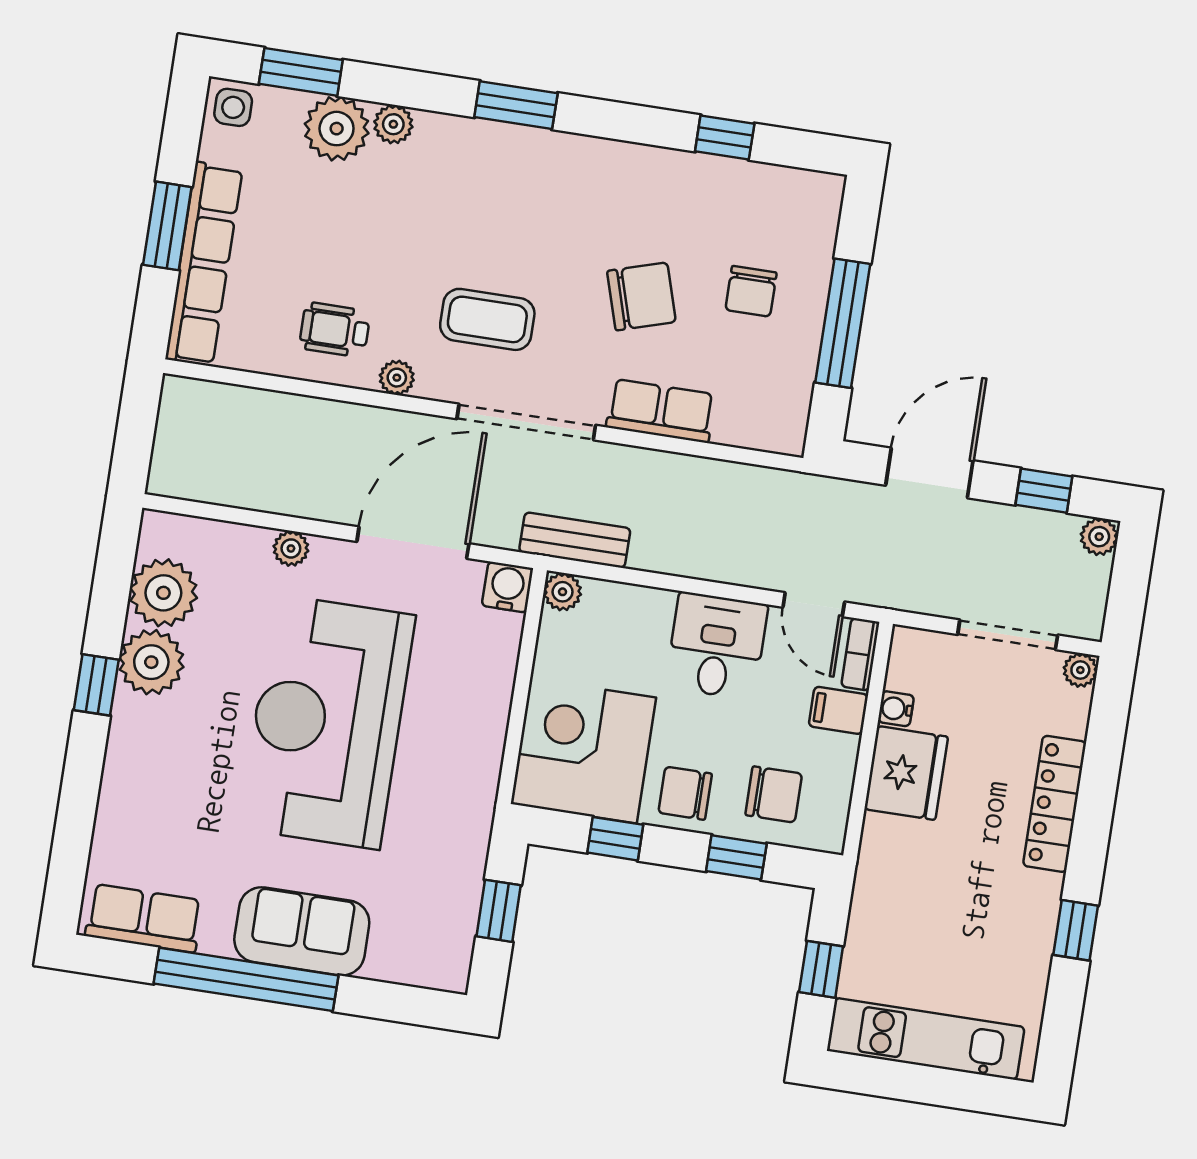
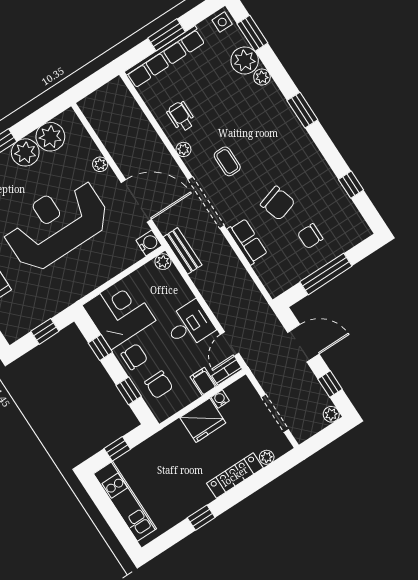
coffee table: (487, 319) -> (227, 161), width x0.73, depth x0.77
plant: (1080, 670) -> (267, 457), moved
chair: (685, 793) -> (134, 357), turned 90

